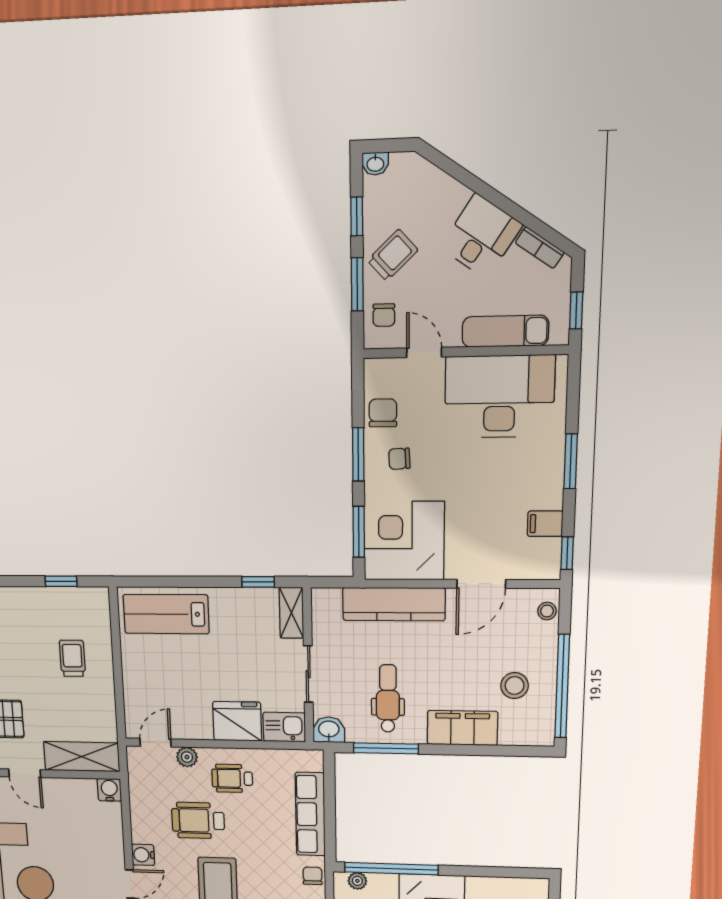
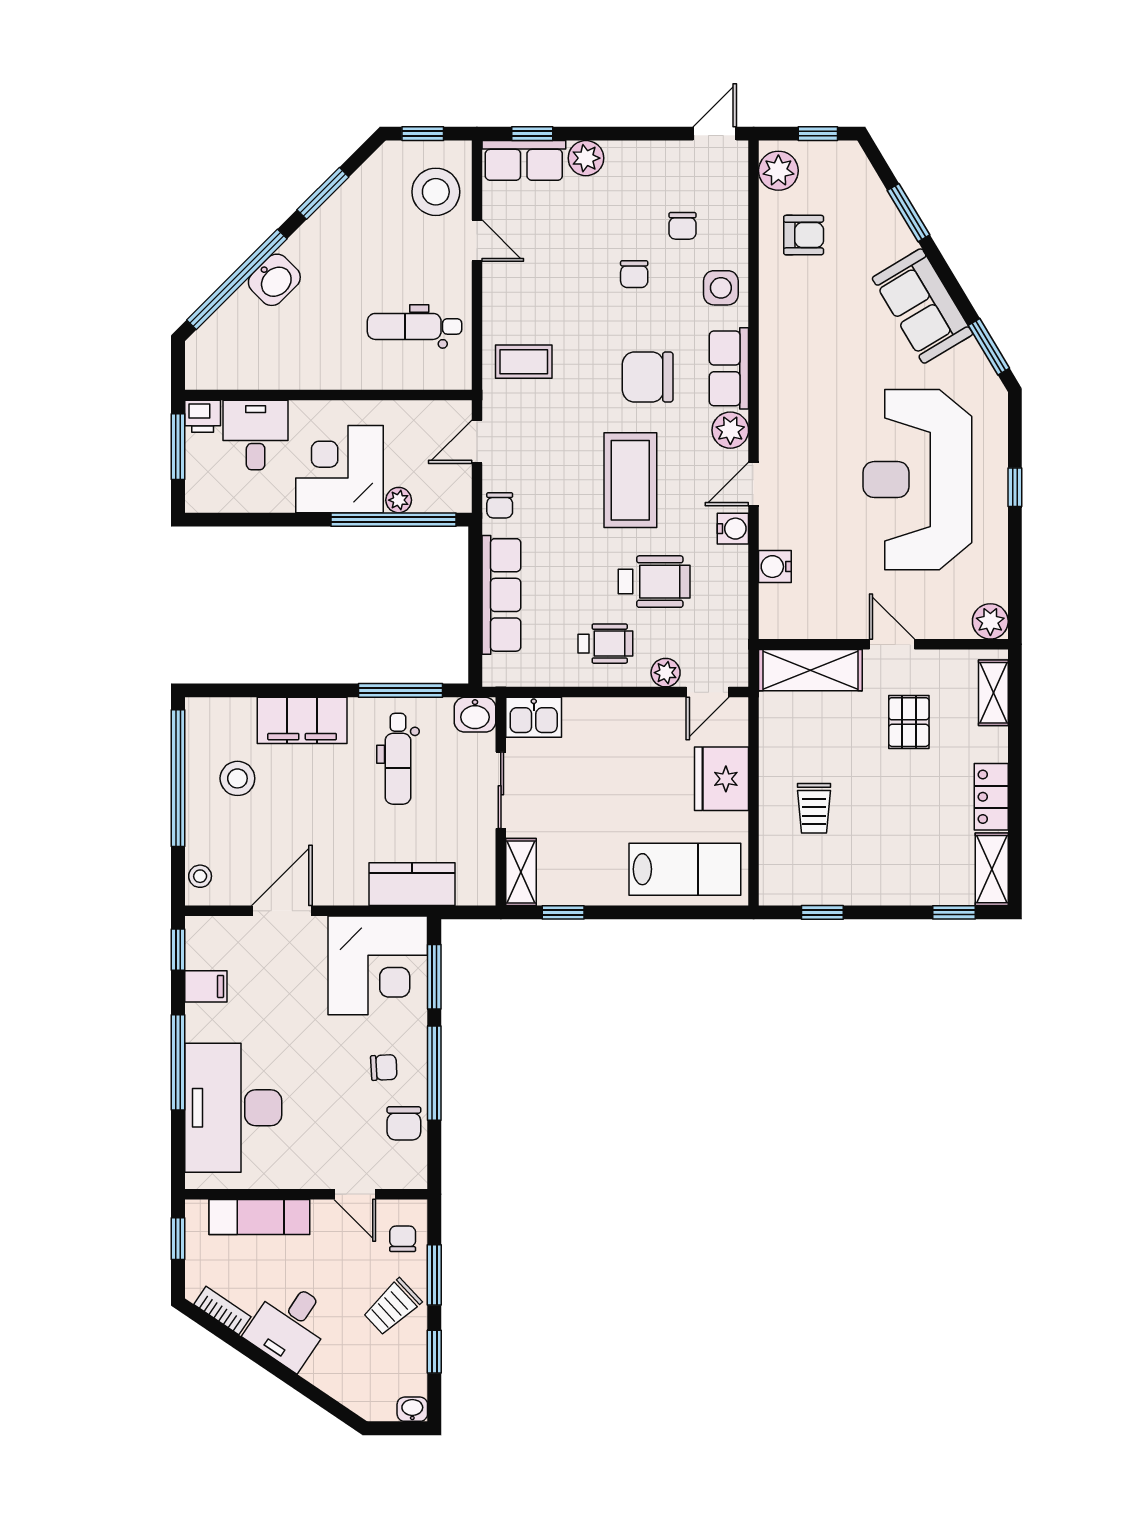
desk: (499, 397) -> (233, 1108), moved, turned 90
window: (358, 455) -> (434, 1073), width x1.44
window: (571, 461) -> (178, 1062), width x1.44
kitchen counter: (394, 604) -> (412, 884), width x0.67
fridge: (237, 721) -> (721, 779), moved, turned 90
water cooler: (109, 790) -> (775, 567), moved, turned 90
plant: (357, 881) -> (399, 500), moved

